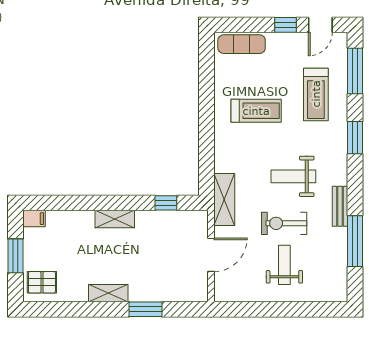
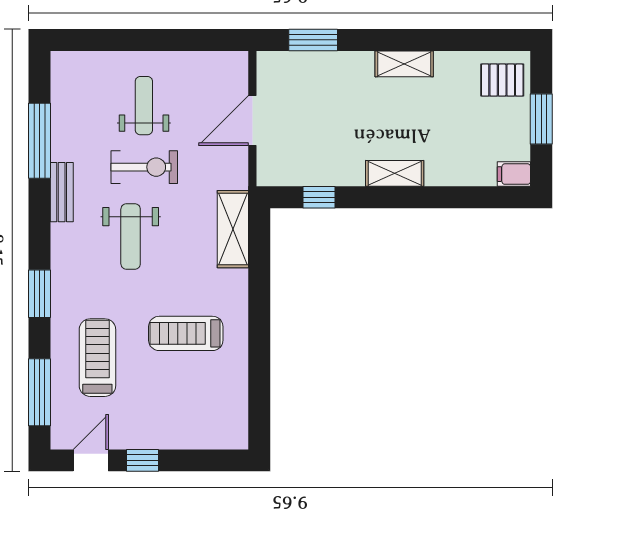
exercise mat: (242, 44) -> (207, 432), removed
weight bench: (293, 176) -> (131, 236), turned 90
shelving: (224, 200) -> (233, 229), moved
weight bench: (284, 265) -> (144, 106), turned 180
window: (145, 309) -> (313, 40), moved

